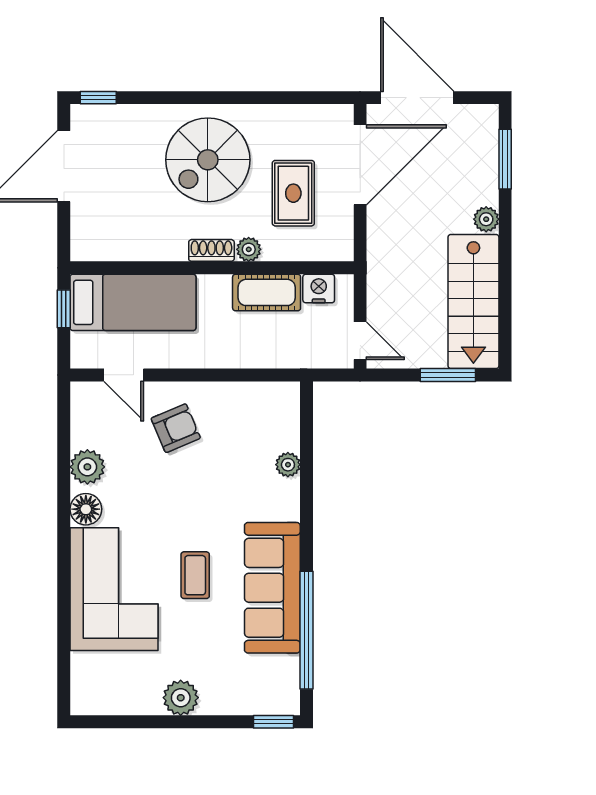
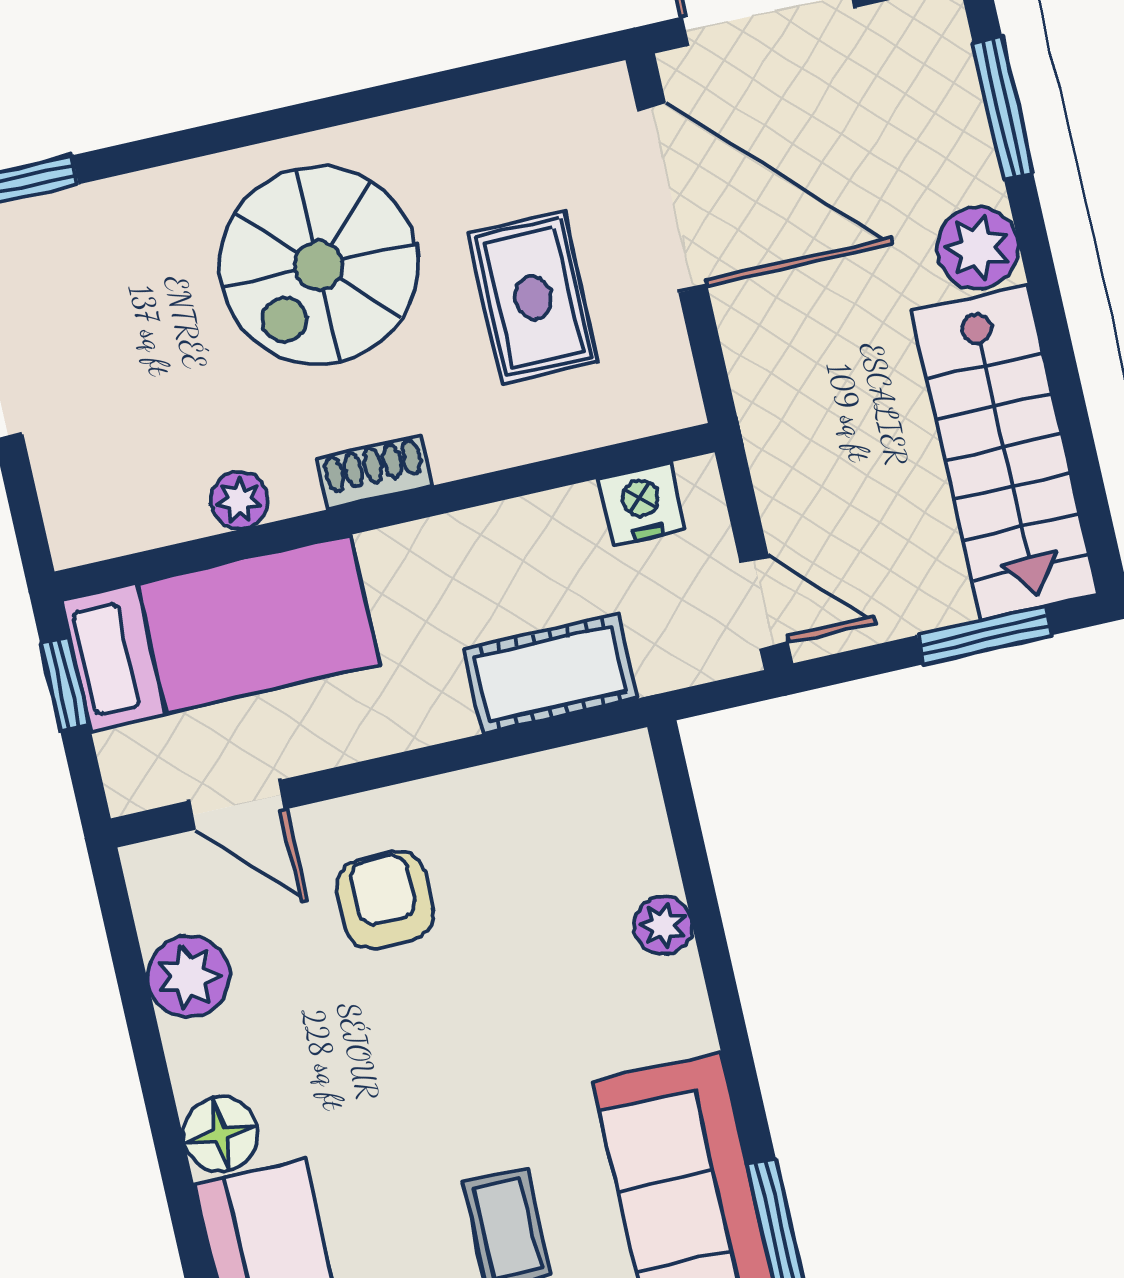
door: (360, 165) -> (672, 197), hinge flipped
plant: (486, 219) -> (978, 248), width x1.38, depth x1.38
plant: (249, 249) -> (239, 500), moved
cot: (267, 292) -> (550, 674), moved
armchair: (176, 428) -> (385, 900), turned -67
plant: (87, 467) -> (188, 977), moved

